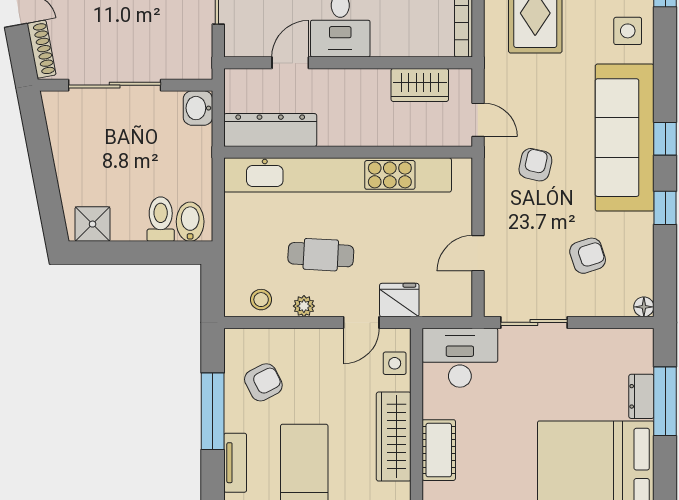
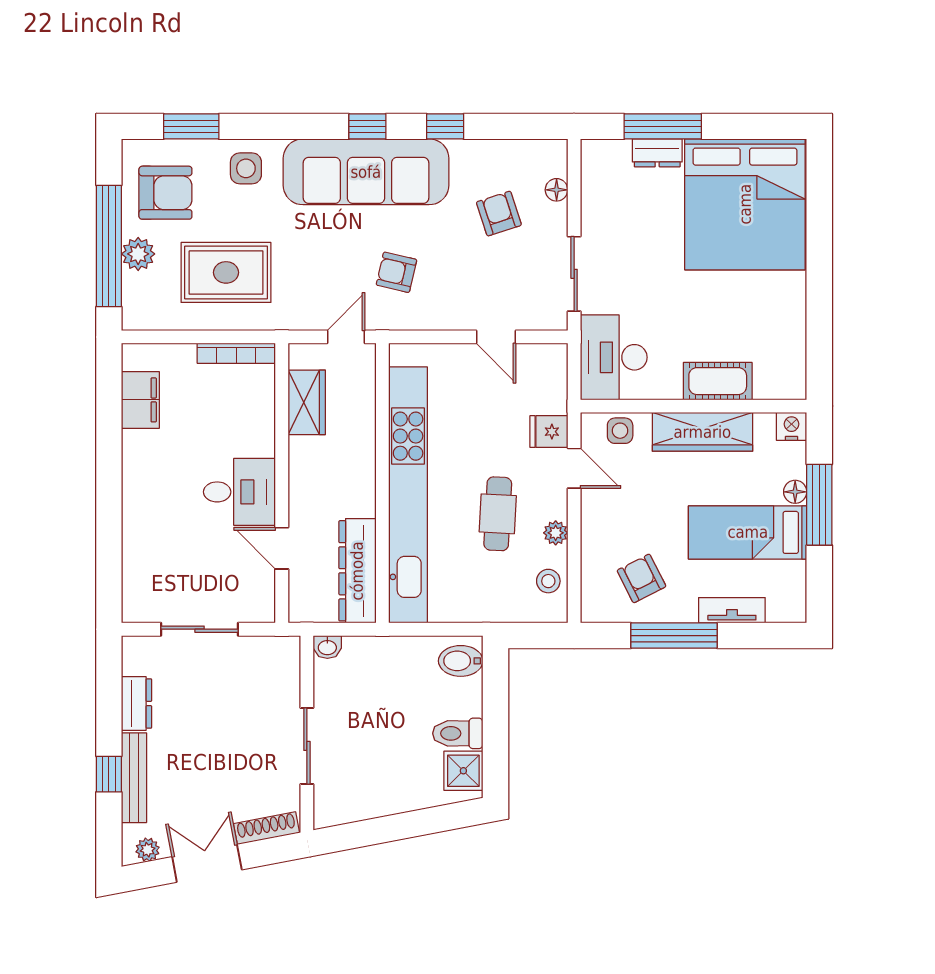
sliding door: (115, 85) -> (307, 746), width x0.73
washbasin: (198, 108) -> (327, 647), width x0.72, depth x0.69
toilet: (161, 219) -> (458, 733), moved
fridge: (399, 300) -> (549, 432), width x0.72
floor lamp: (644, 307) -> (557, 190), moved

